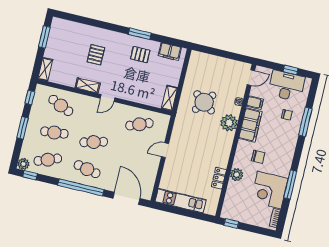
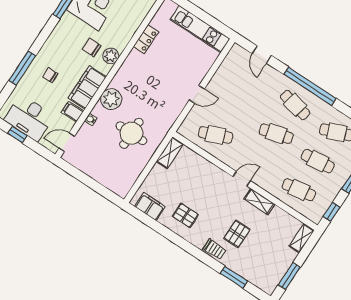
window: (140, 34) -> (234, 277), moved
trolley: (109, 37) -> (215, 249), added
round table: (204, 102) -> (131, 133), turned -37
cafe table: (61, 105) -> (299, 190), turned -33
chair: (287, 115) -> (50, 75), moved
plant: (237, 175) -> (111, 56), moved
door: (126, 198) -> (262, 55), width x0.53

